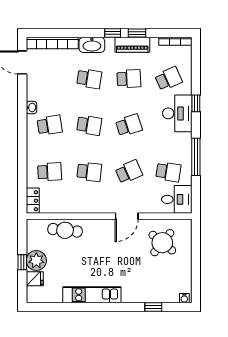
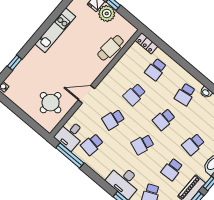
school desk: (129, 125) -> (143, 144), turned 39
window: (196, 157) -> (70, 155), moved
school desk: (129, 172) -> (113, 119), turned 42
door: (127, 216) -> (86, 94), hinge flipped
round table: (162, 243) -> (51, 103), turned -34

